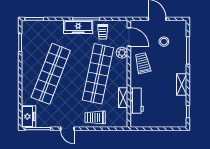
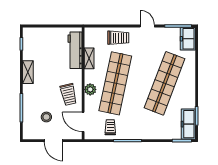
freezer: (78, 27) -> (188, 124), moved, turned -90
plant: (122, 53) -> (90, 89), moved
workbench: (137, 101) -> (75, 50), width x1.38

